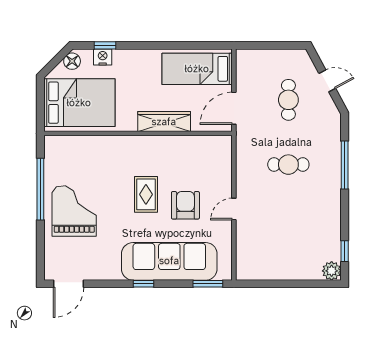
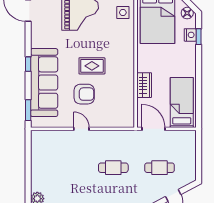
wardrobe: (164, 122) -> (144, 85), width x0.67
side table: (71, 151) -> (123, 13), added
cafe table: (288, 165) -> (113, 168), turned 90

